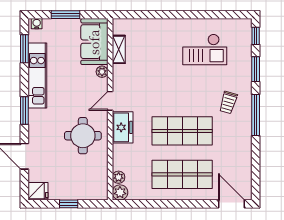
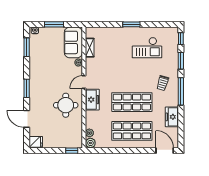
window: (181, 15) -> (131, 24), added
kitchen unit: (37, 76) -> (35, 65), removed
freezer: (242, 153) -> (172, 117), added
window: (69, 204) -> (72, 151), moved

